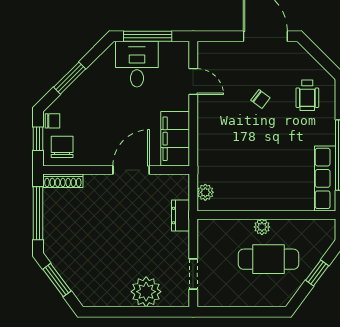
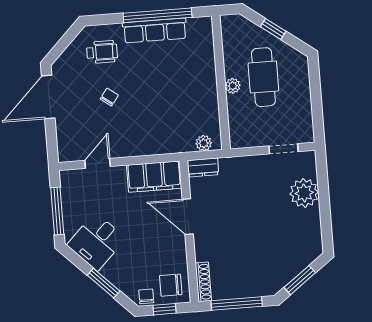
desk: (137, 64) -> (96, 242), moved, turned -45
row of seats: (325, 178) -> (155, 31), moved
dresser: (180, 216) -> (203, 167), moved

